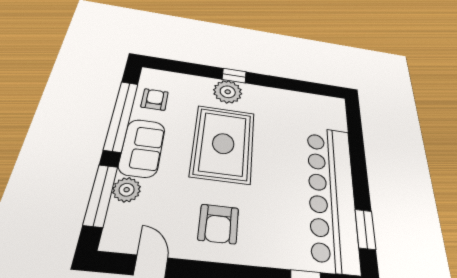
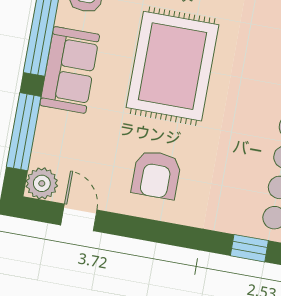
plant: (127, 190) -> (42, 183), moved

